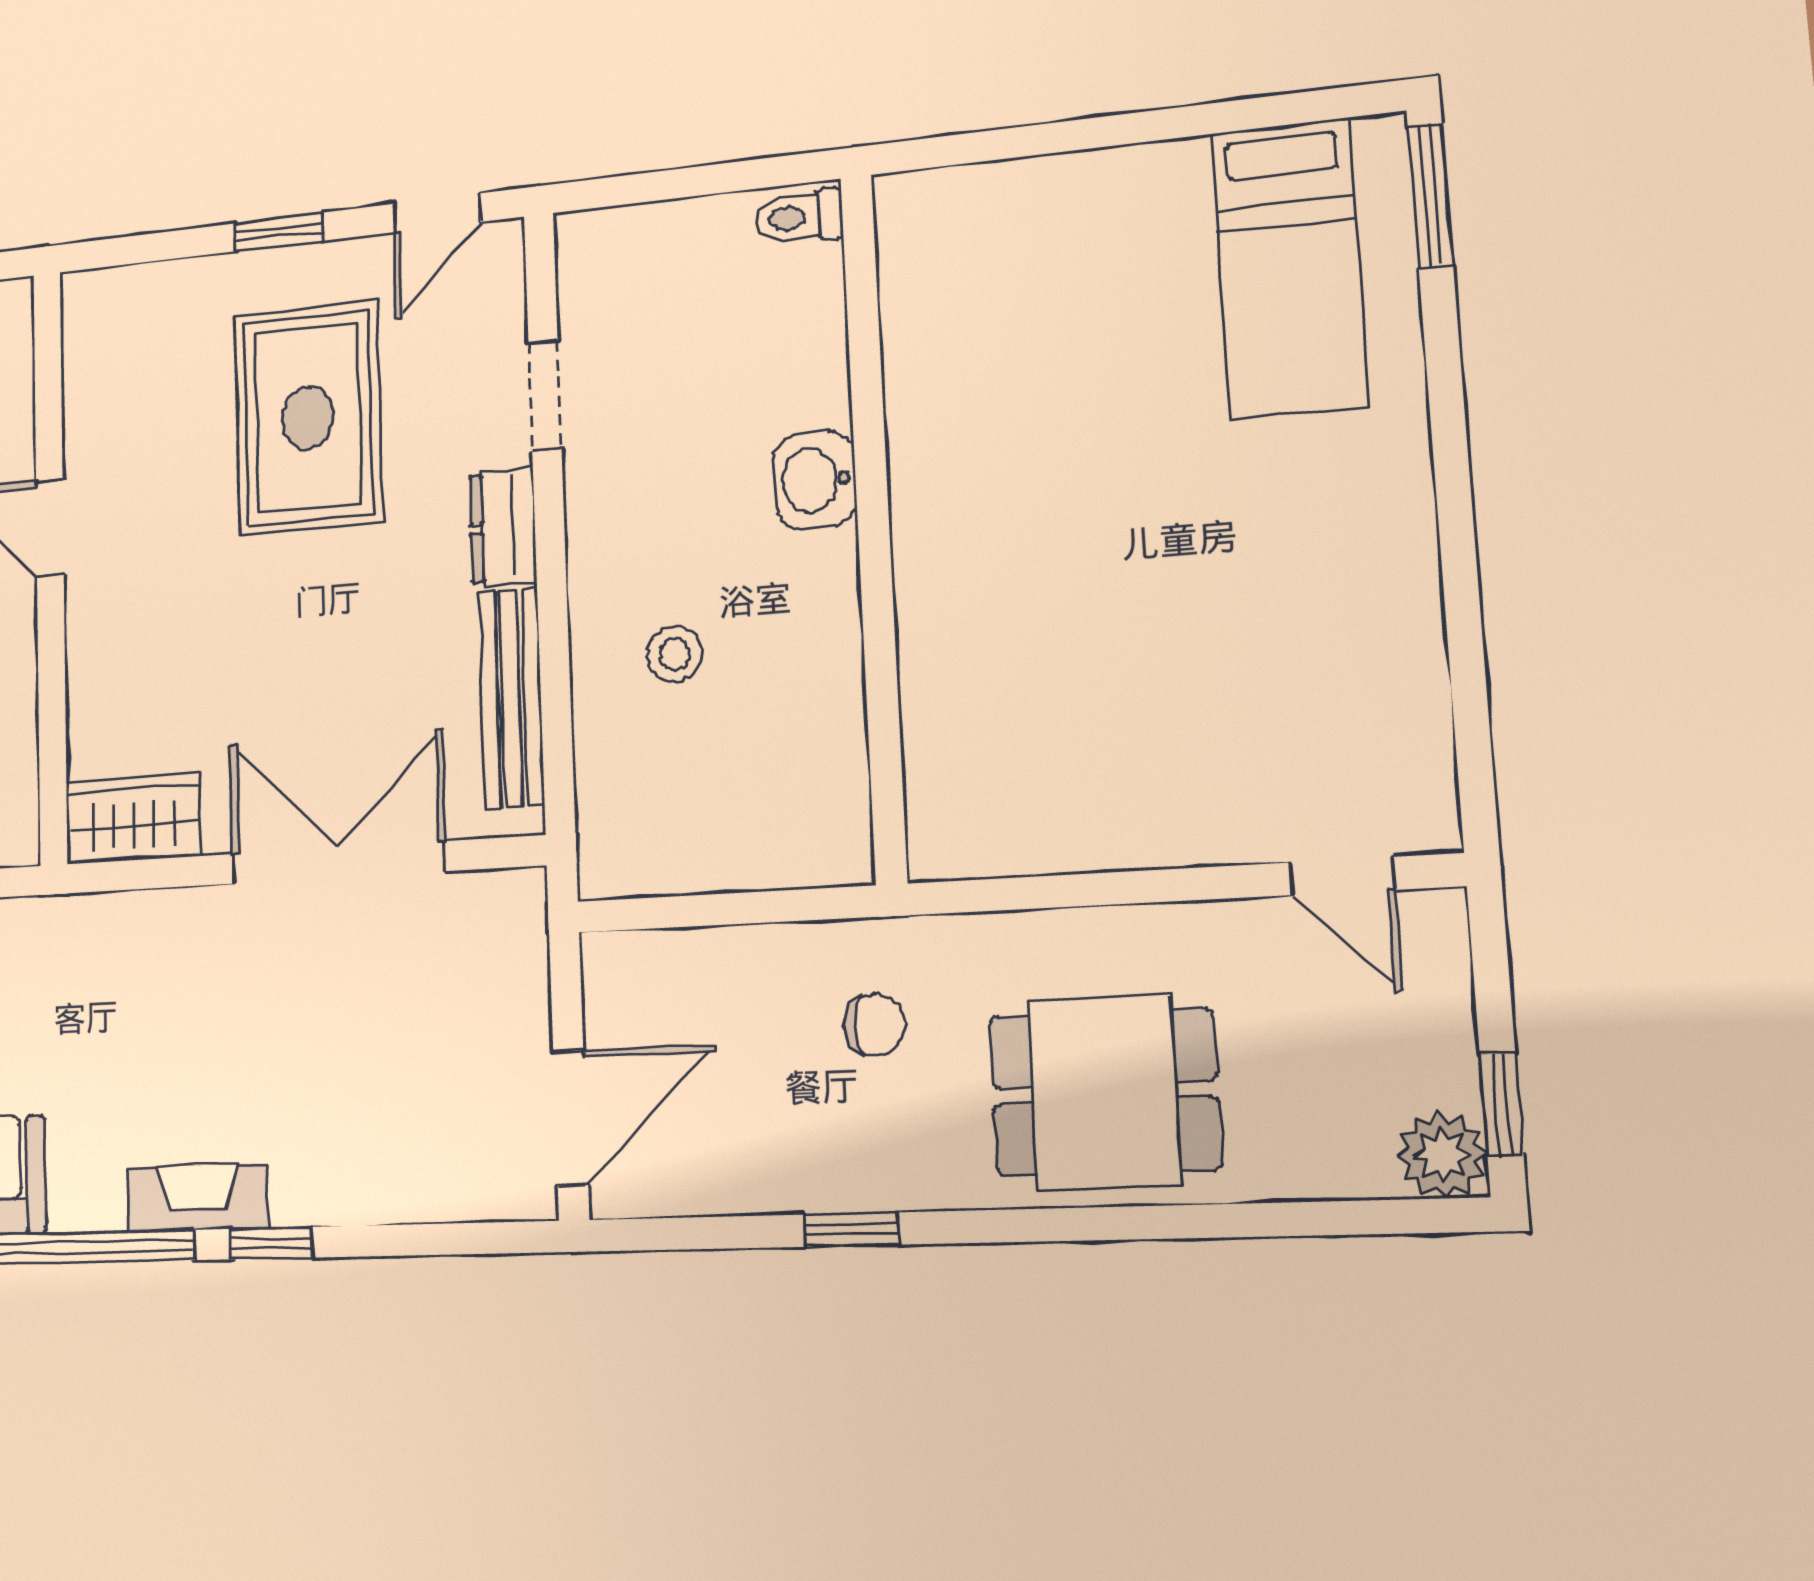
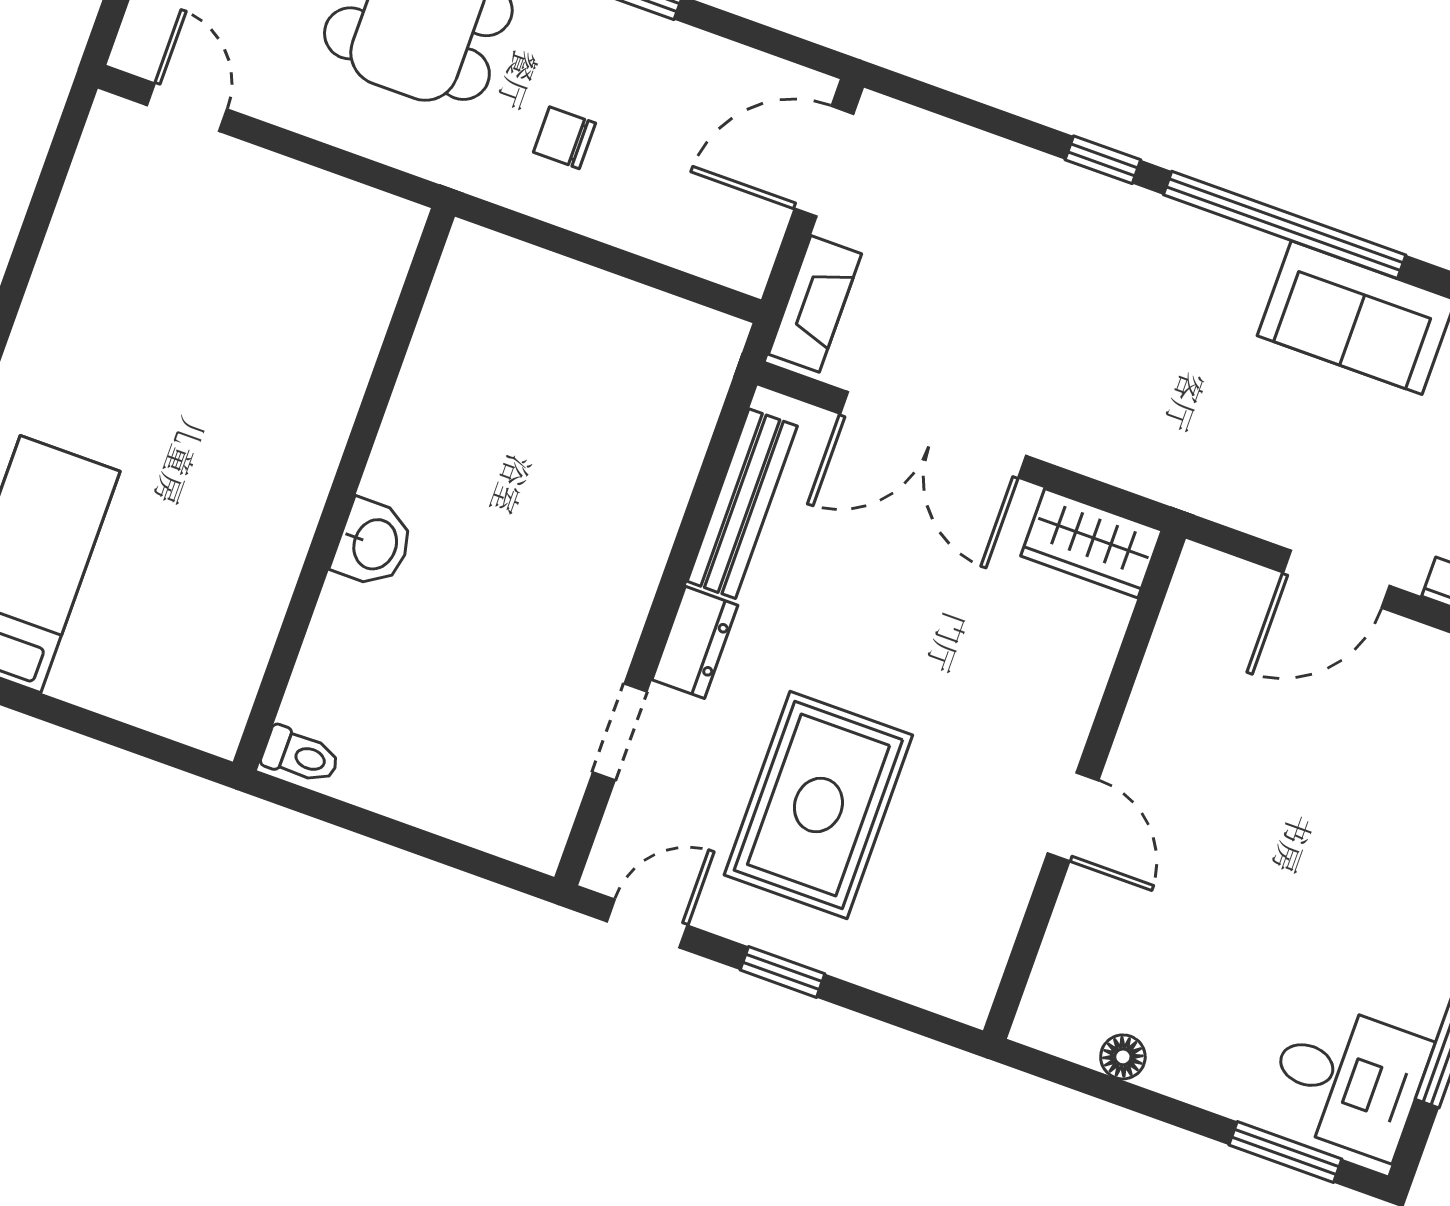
toilet: (799, 217) -> (301, 756), moved
washbasin: (815, 480) -> (373, 544), moved
wall: (873, 525) -> (344, 489), moved
stool: (675, 654) -> (601, 481), removed
fireplace: (197, 1197) -> (815, 304), moved, turned -90

